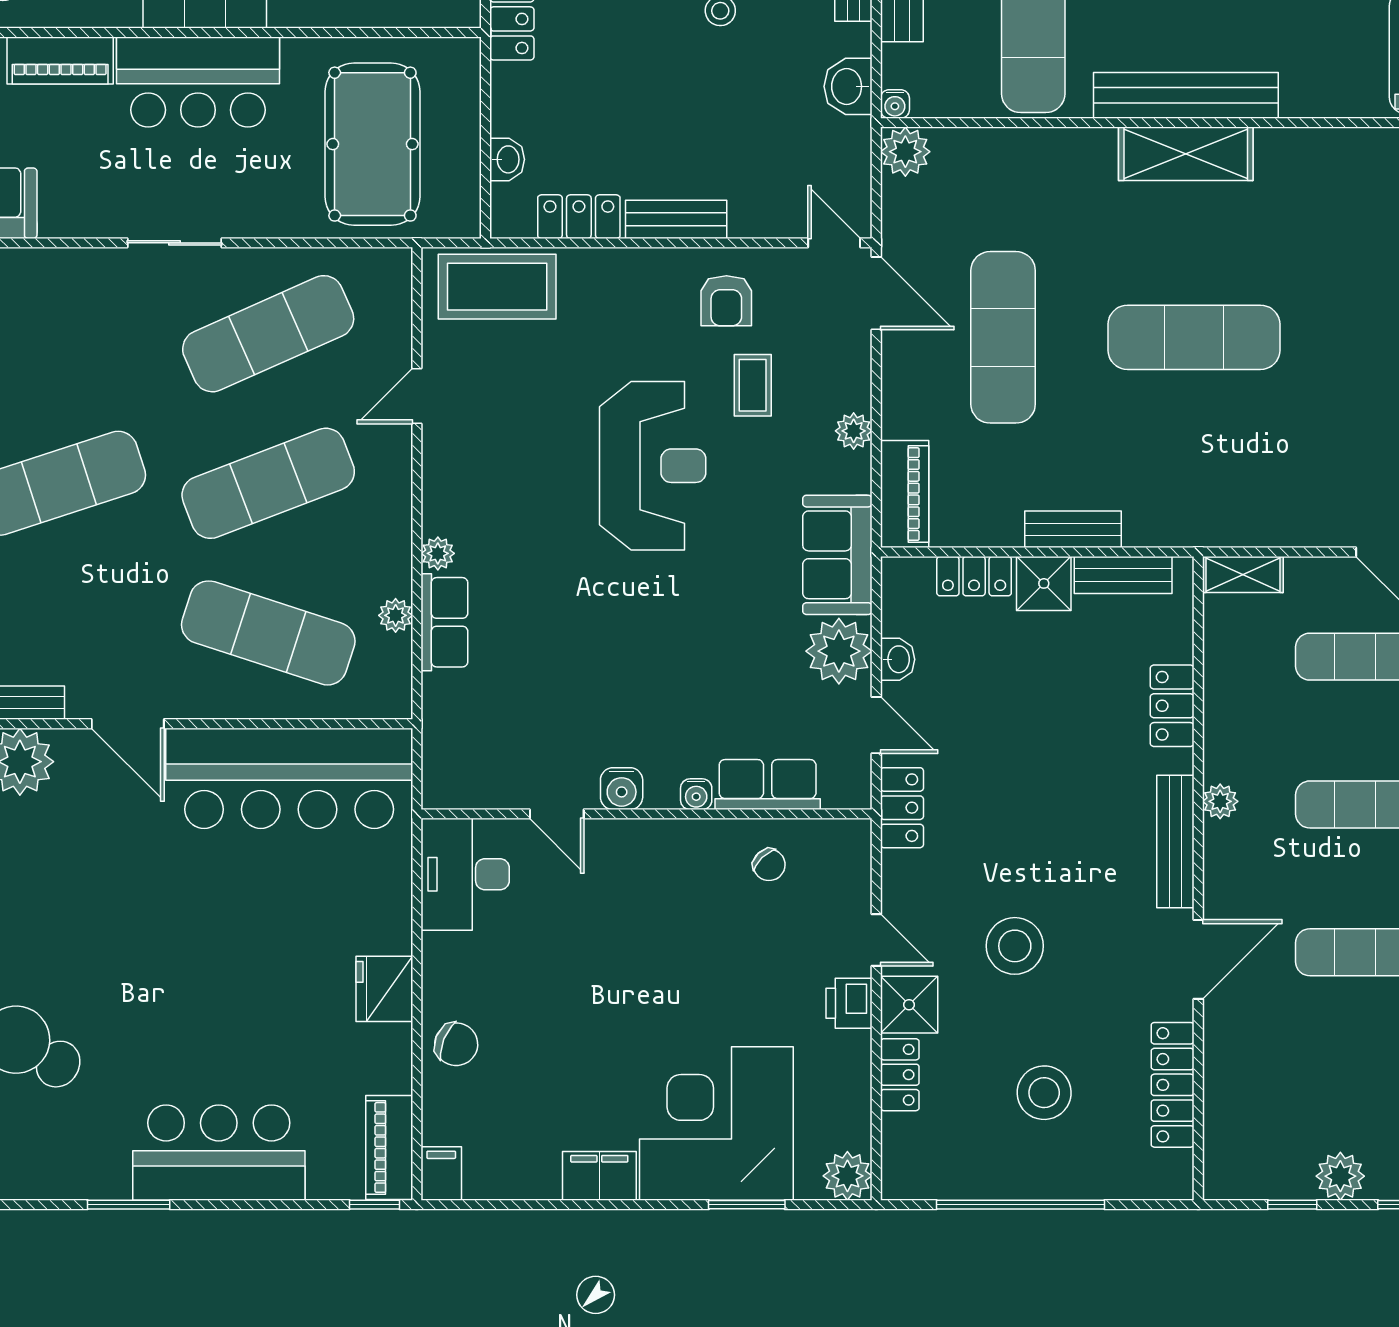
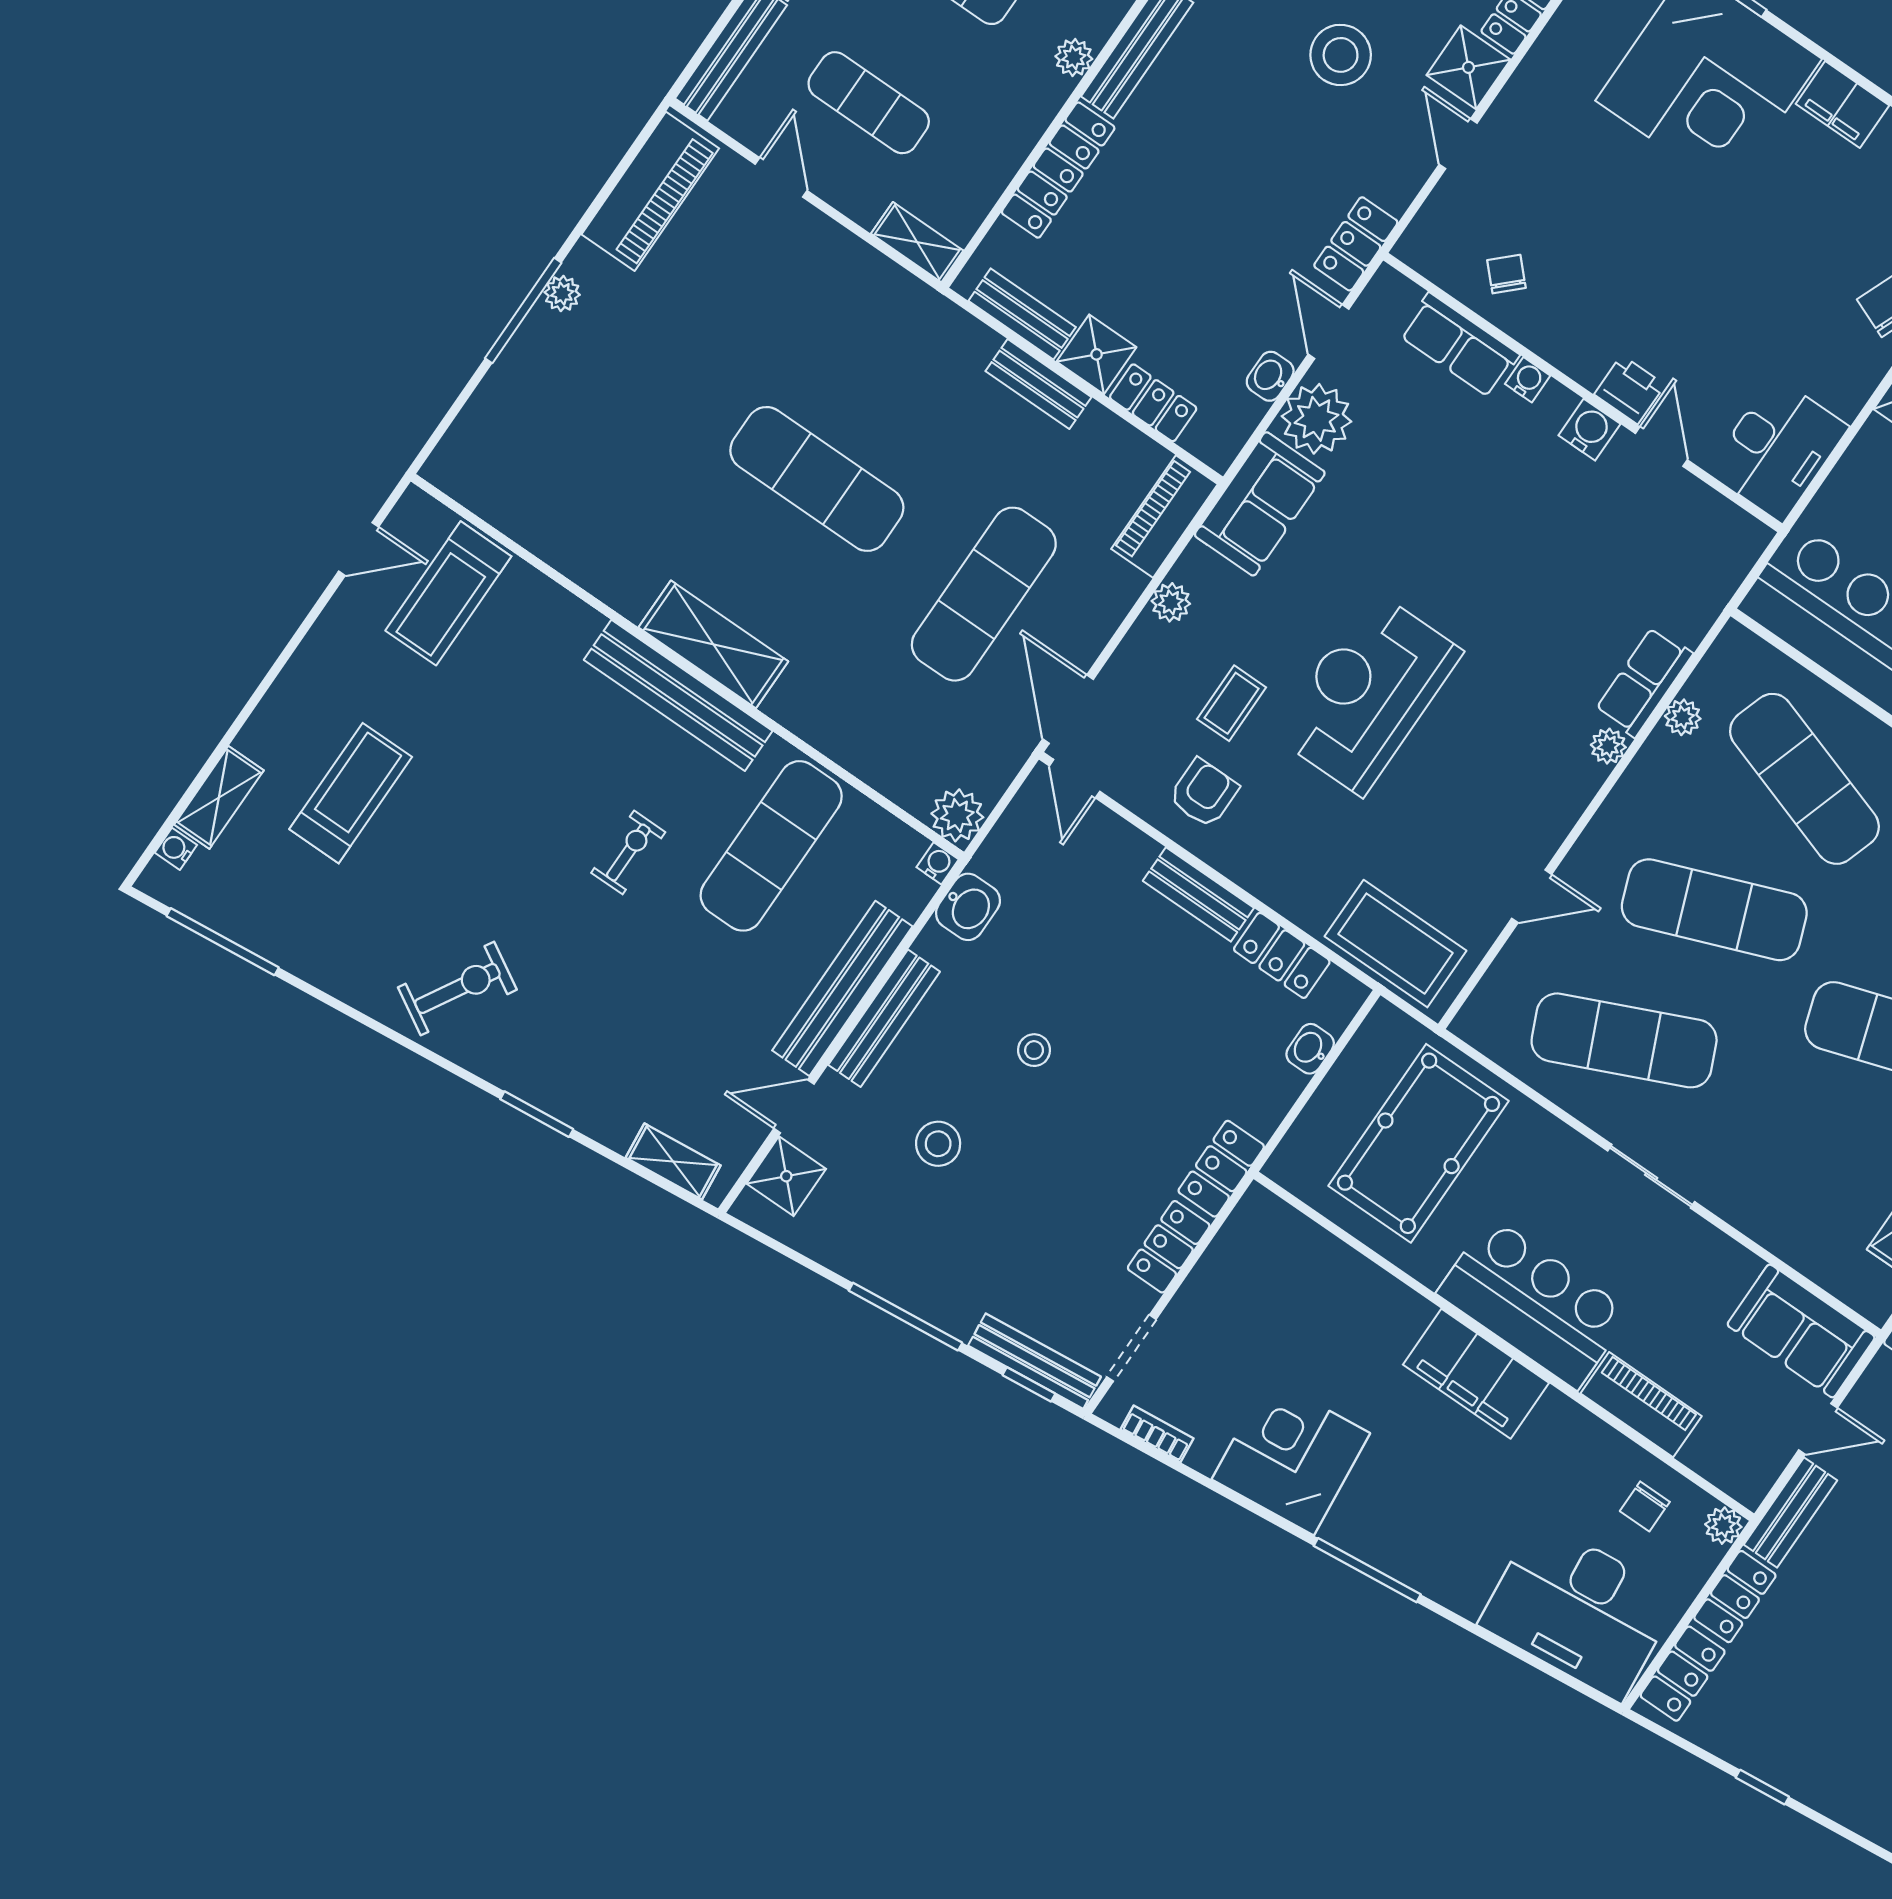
locker: (1172, 706) -> (1058, 170), width x1.53
printer: (849, 1003) -> (1630, 390), moved, turned -90

